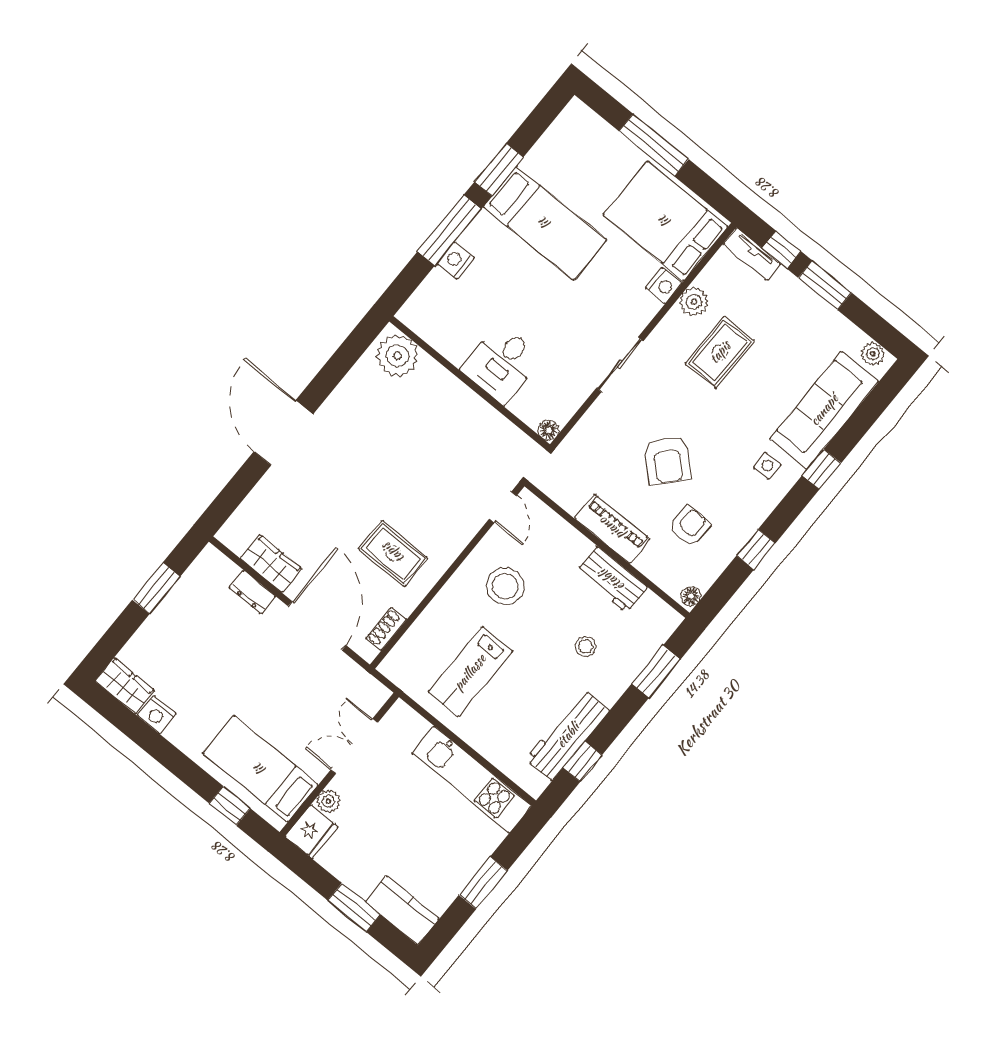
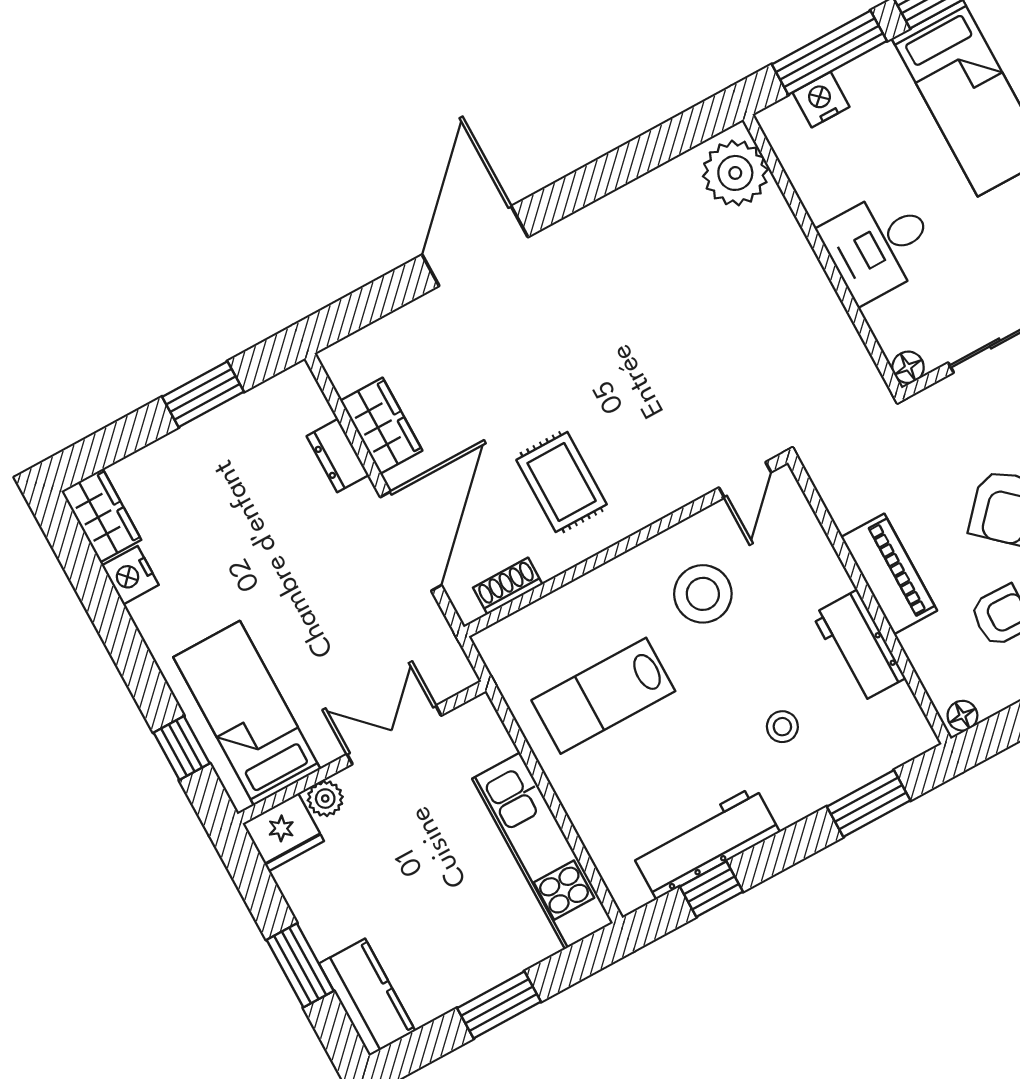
plant: (397, 356) -> (735, 173), moved
desk: (501, 364) -> (879, 245), moved
wall: (470, 383) -> (823, 254), moved
floor lamp: (549, 430) -> (908, 367), moved

